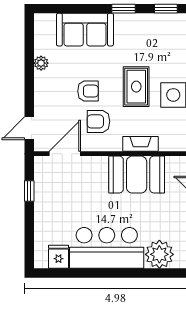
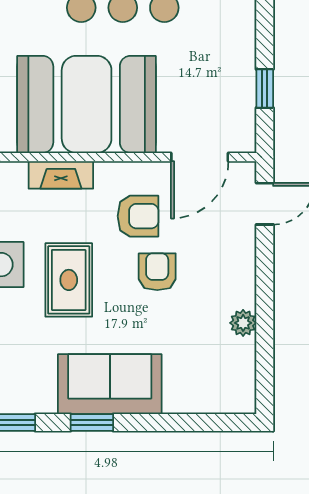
sofa: (85, 30) -> (110, 384), moved
armchair: (88, 91) -> (157, 272), turned 90
booth: (137, 175) -> (87, 104), width x1.36, depth x1.42

